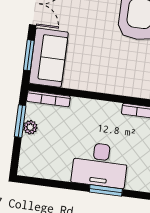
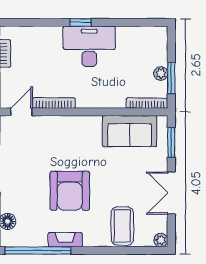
sofa: (49, 58) -> (130, 131), moved, turned -90
window: (106, 190) -> (80, 22), width x0.67

